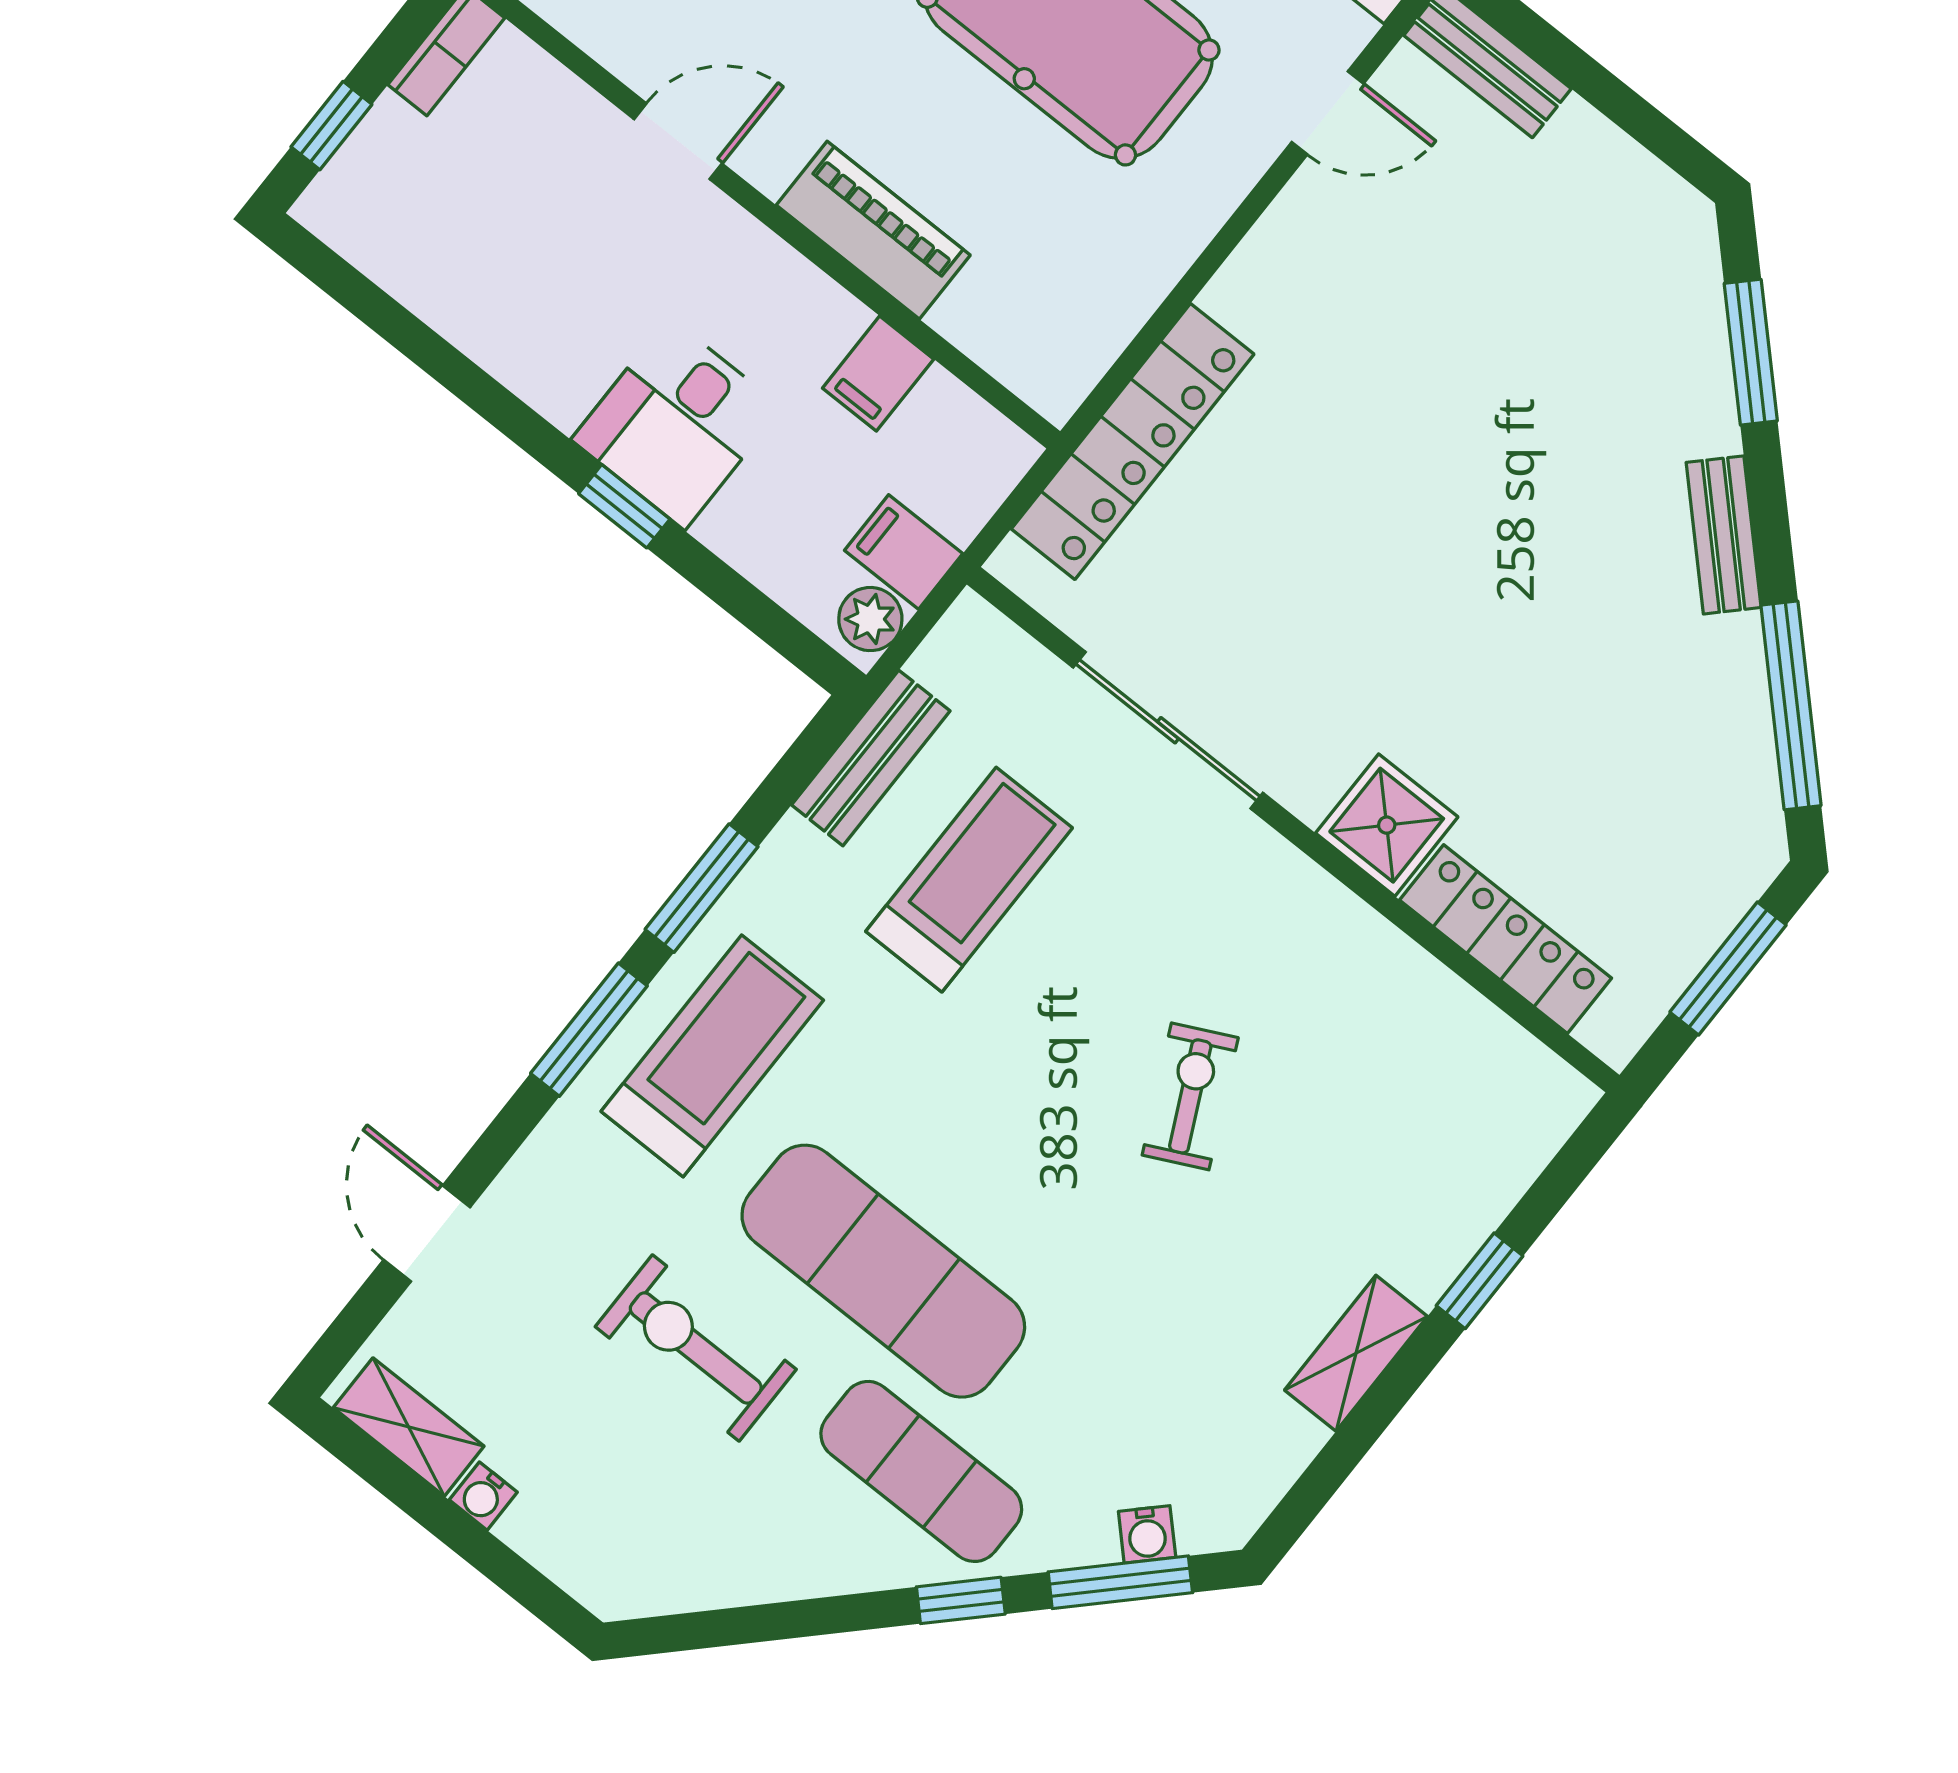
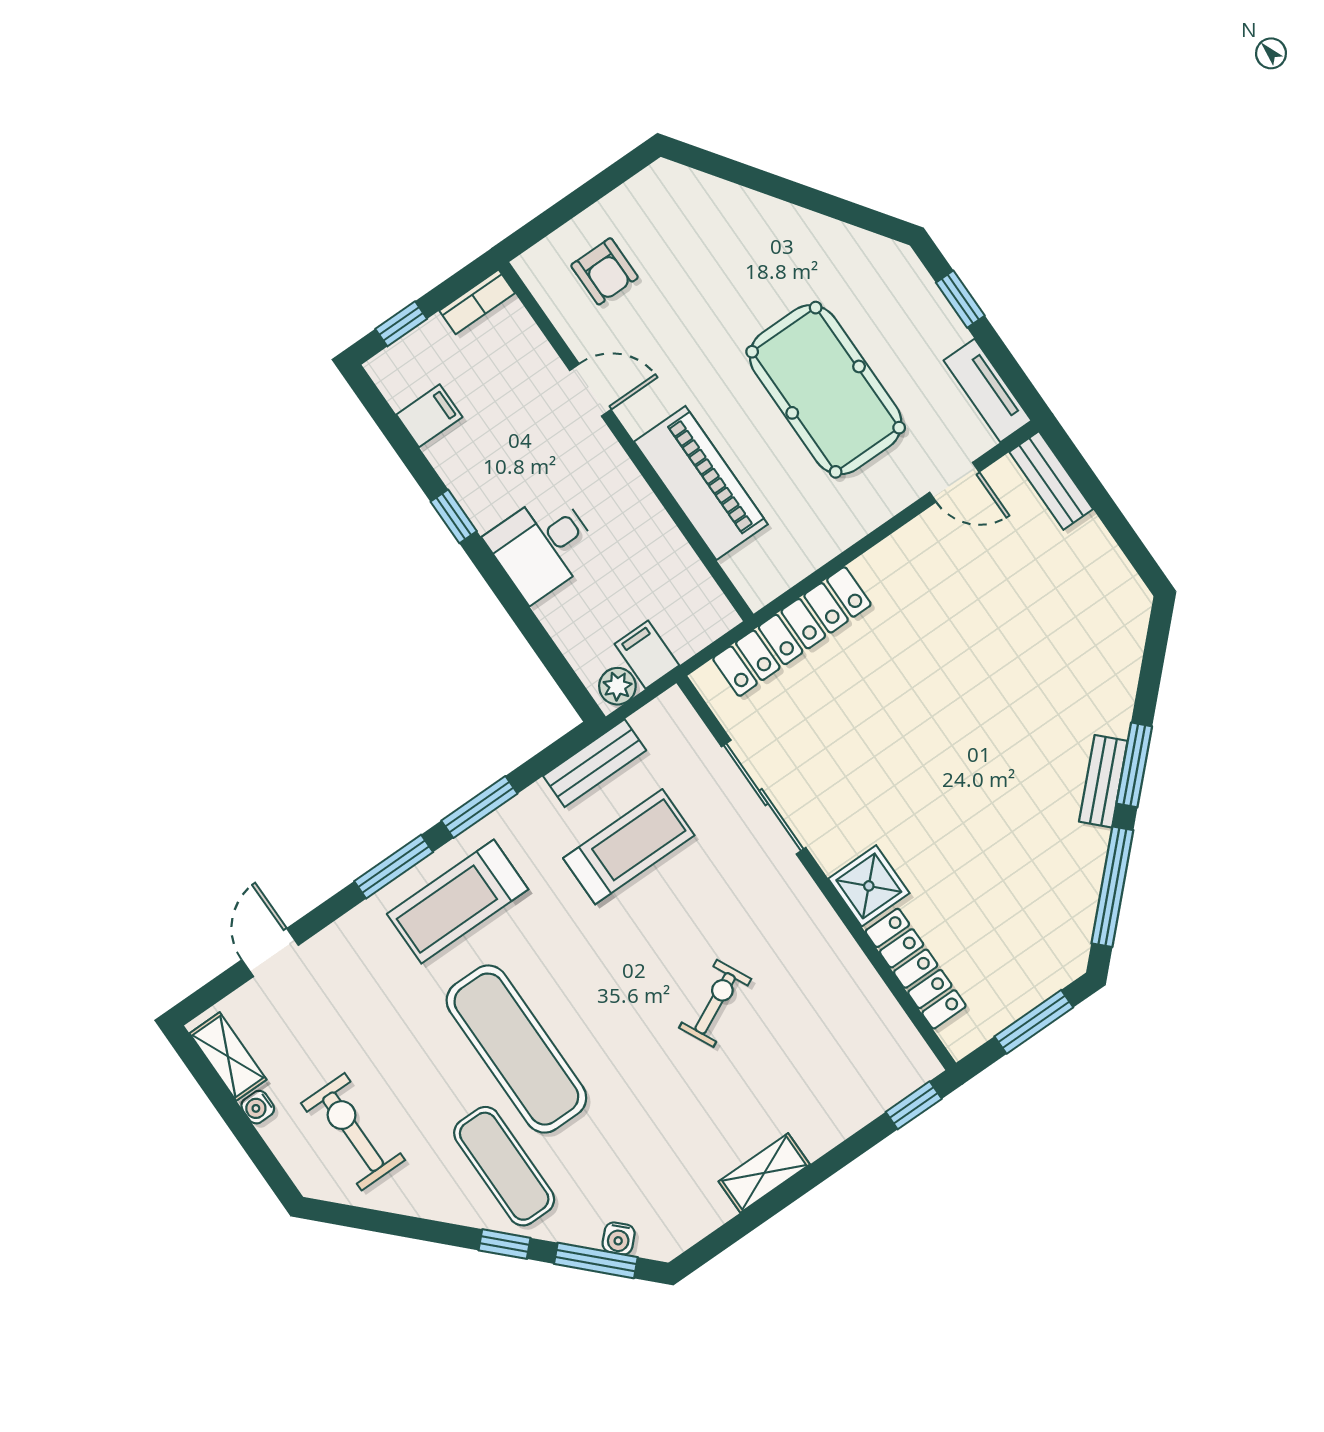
piano: (873, 230) -> (701, 483), width x1.37, depth x1.33
window: (1751, 352) -> (1134, 765), moved
filing cabinet: (878, 374) -> (429, 416), moved, turned 180
window: (624, 506) -> (454, 516), moved
treadmill: (712, 1056) -> (458, 902), turned 180
window: (1480, 1281) -> (914, 1105), moved
exercise bike: (696, 1348) -> (353, 1132), moved

